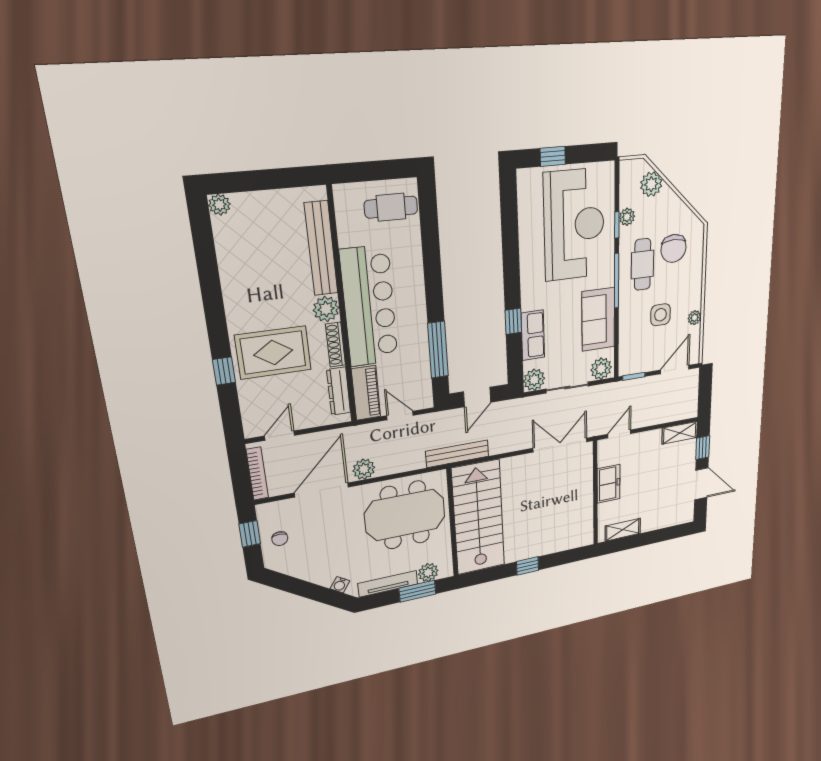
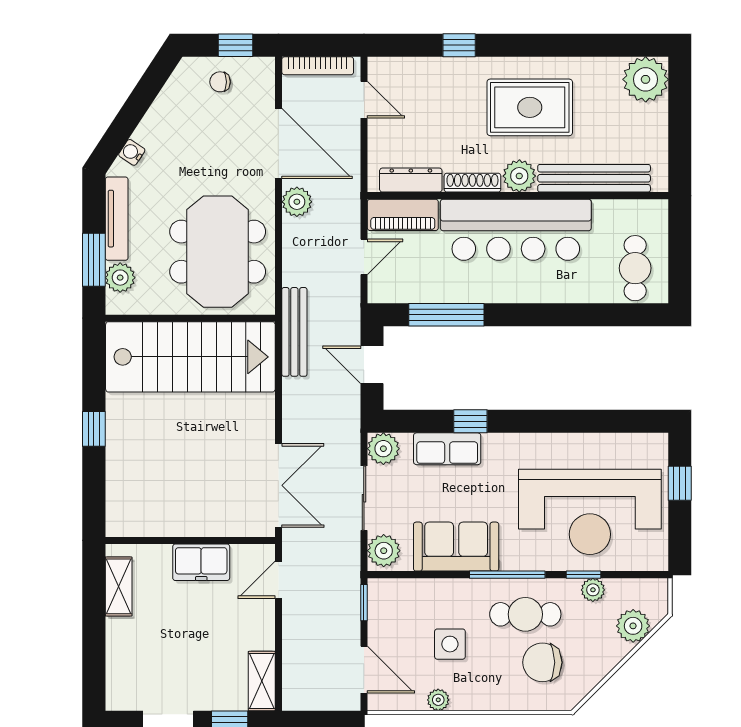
plant: (219, 205) -> (646, 79), width x1.87, depth x1.87
rug: (273, 353) -> (530, 107), moved, turned 90
door: (619, 434) -> (278, 580), swing flipped

